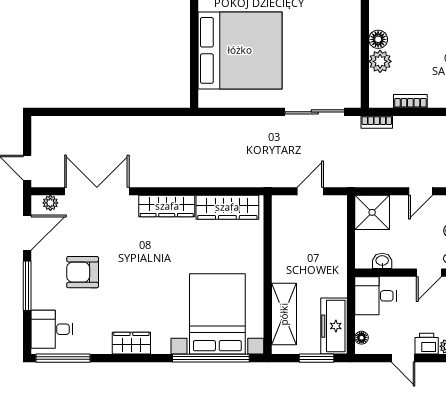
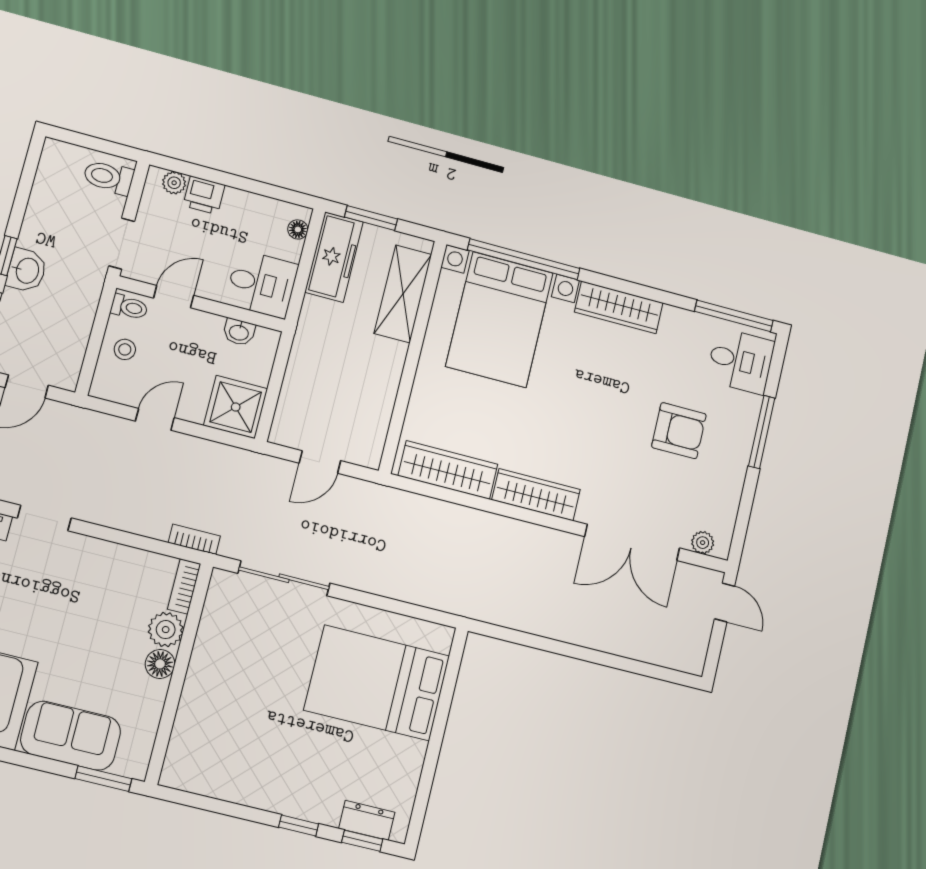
bed: (240, 50) -> (377, 683), width x0.73
bookcase: (410, 101) -> (184, 586), moved, turned 90
door: (27, 233) -> (745, 508), removed
wardrobe: (131, 343) -> (619, 307), width x1.50
door: (403, 358) -> (244, 184), removed

